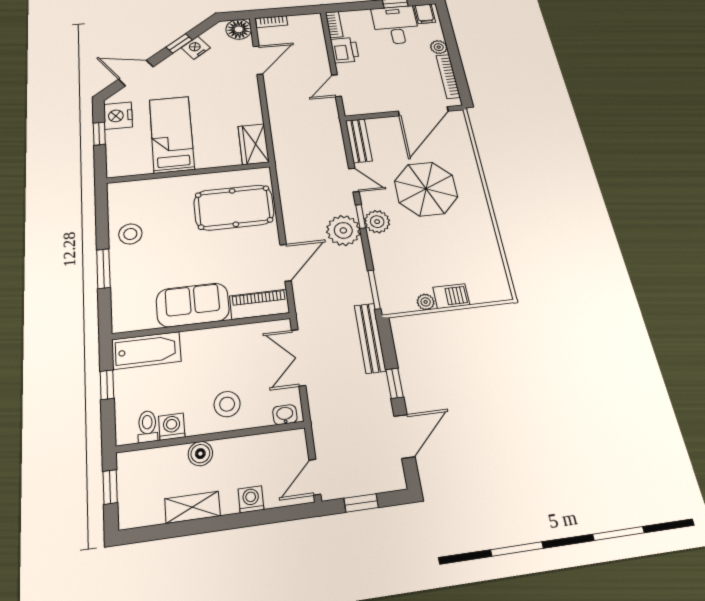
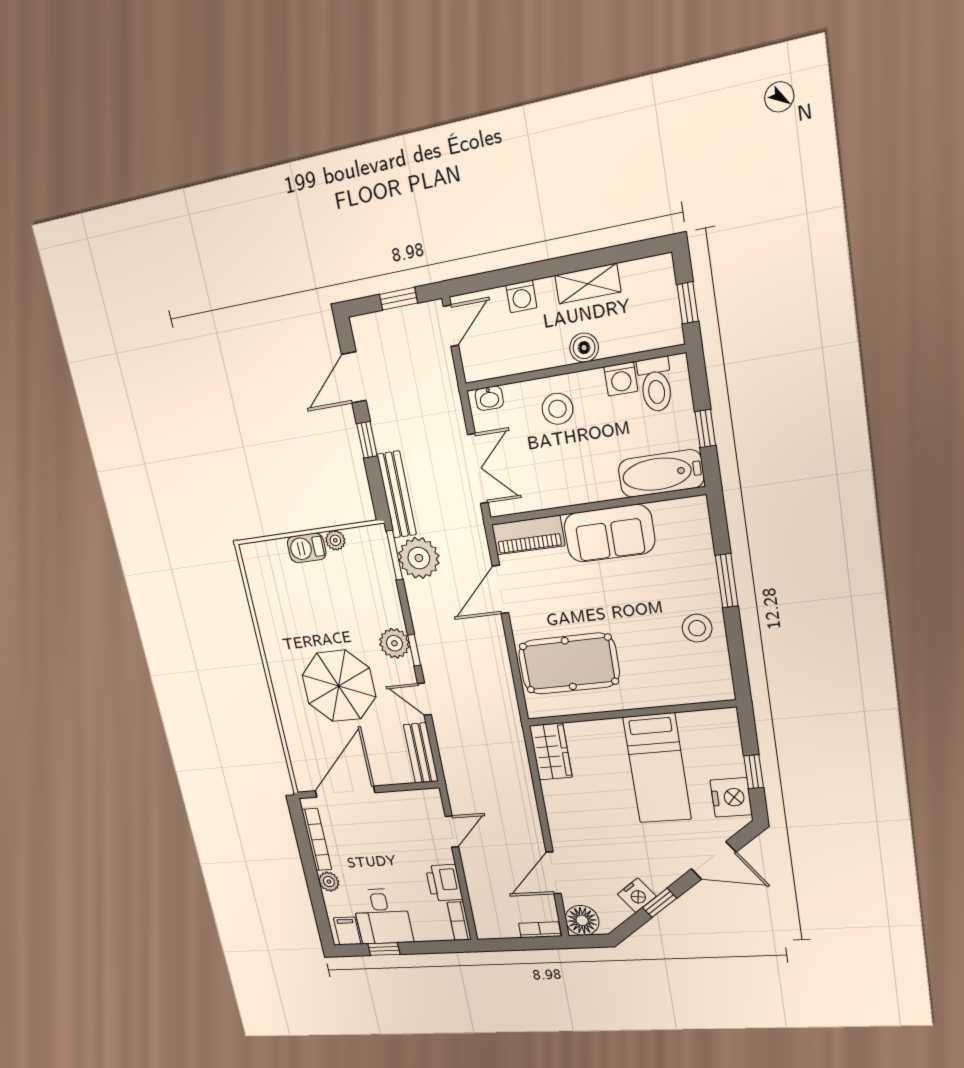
plant: (343, 230) -> (419, 558), moved
toilet: (147, 427) -> (656, 385), width x1.37, depth x1.39

